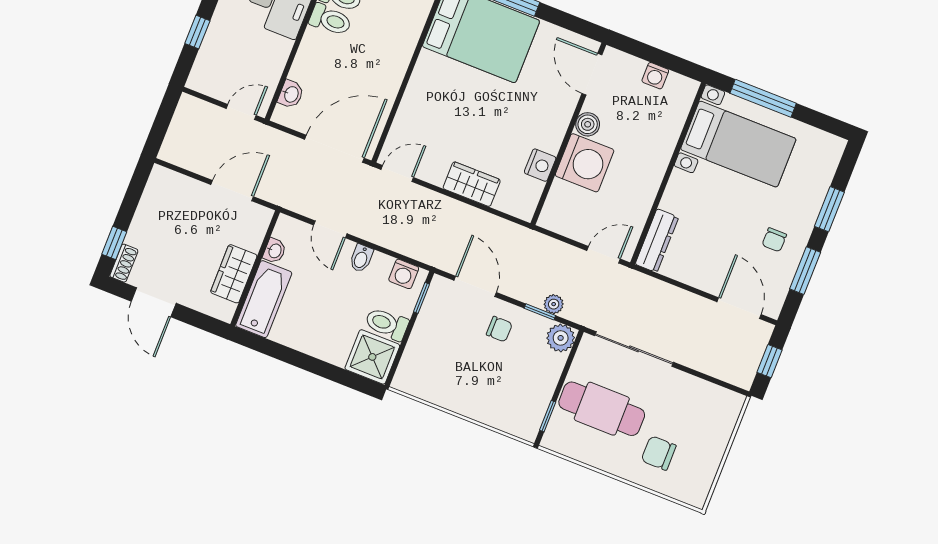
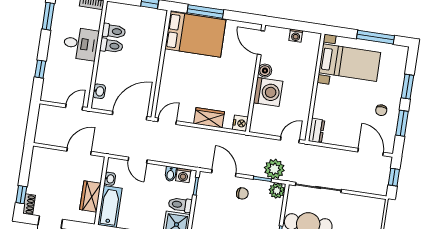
window: (763, 98) -> (376, 37), moved
nightstand: (540, 165) -> (240, 123), moved
dresser: (657, 241) -> (317, 131), width x0.70
bidet: (361, 258) -> (170, 174), moved
plant: (554, 304) -> (274, 169), width x1.87, depth x1.87

